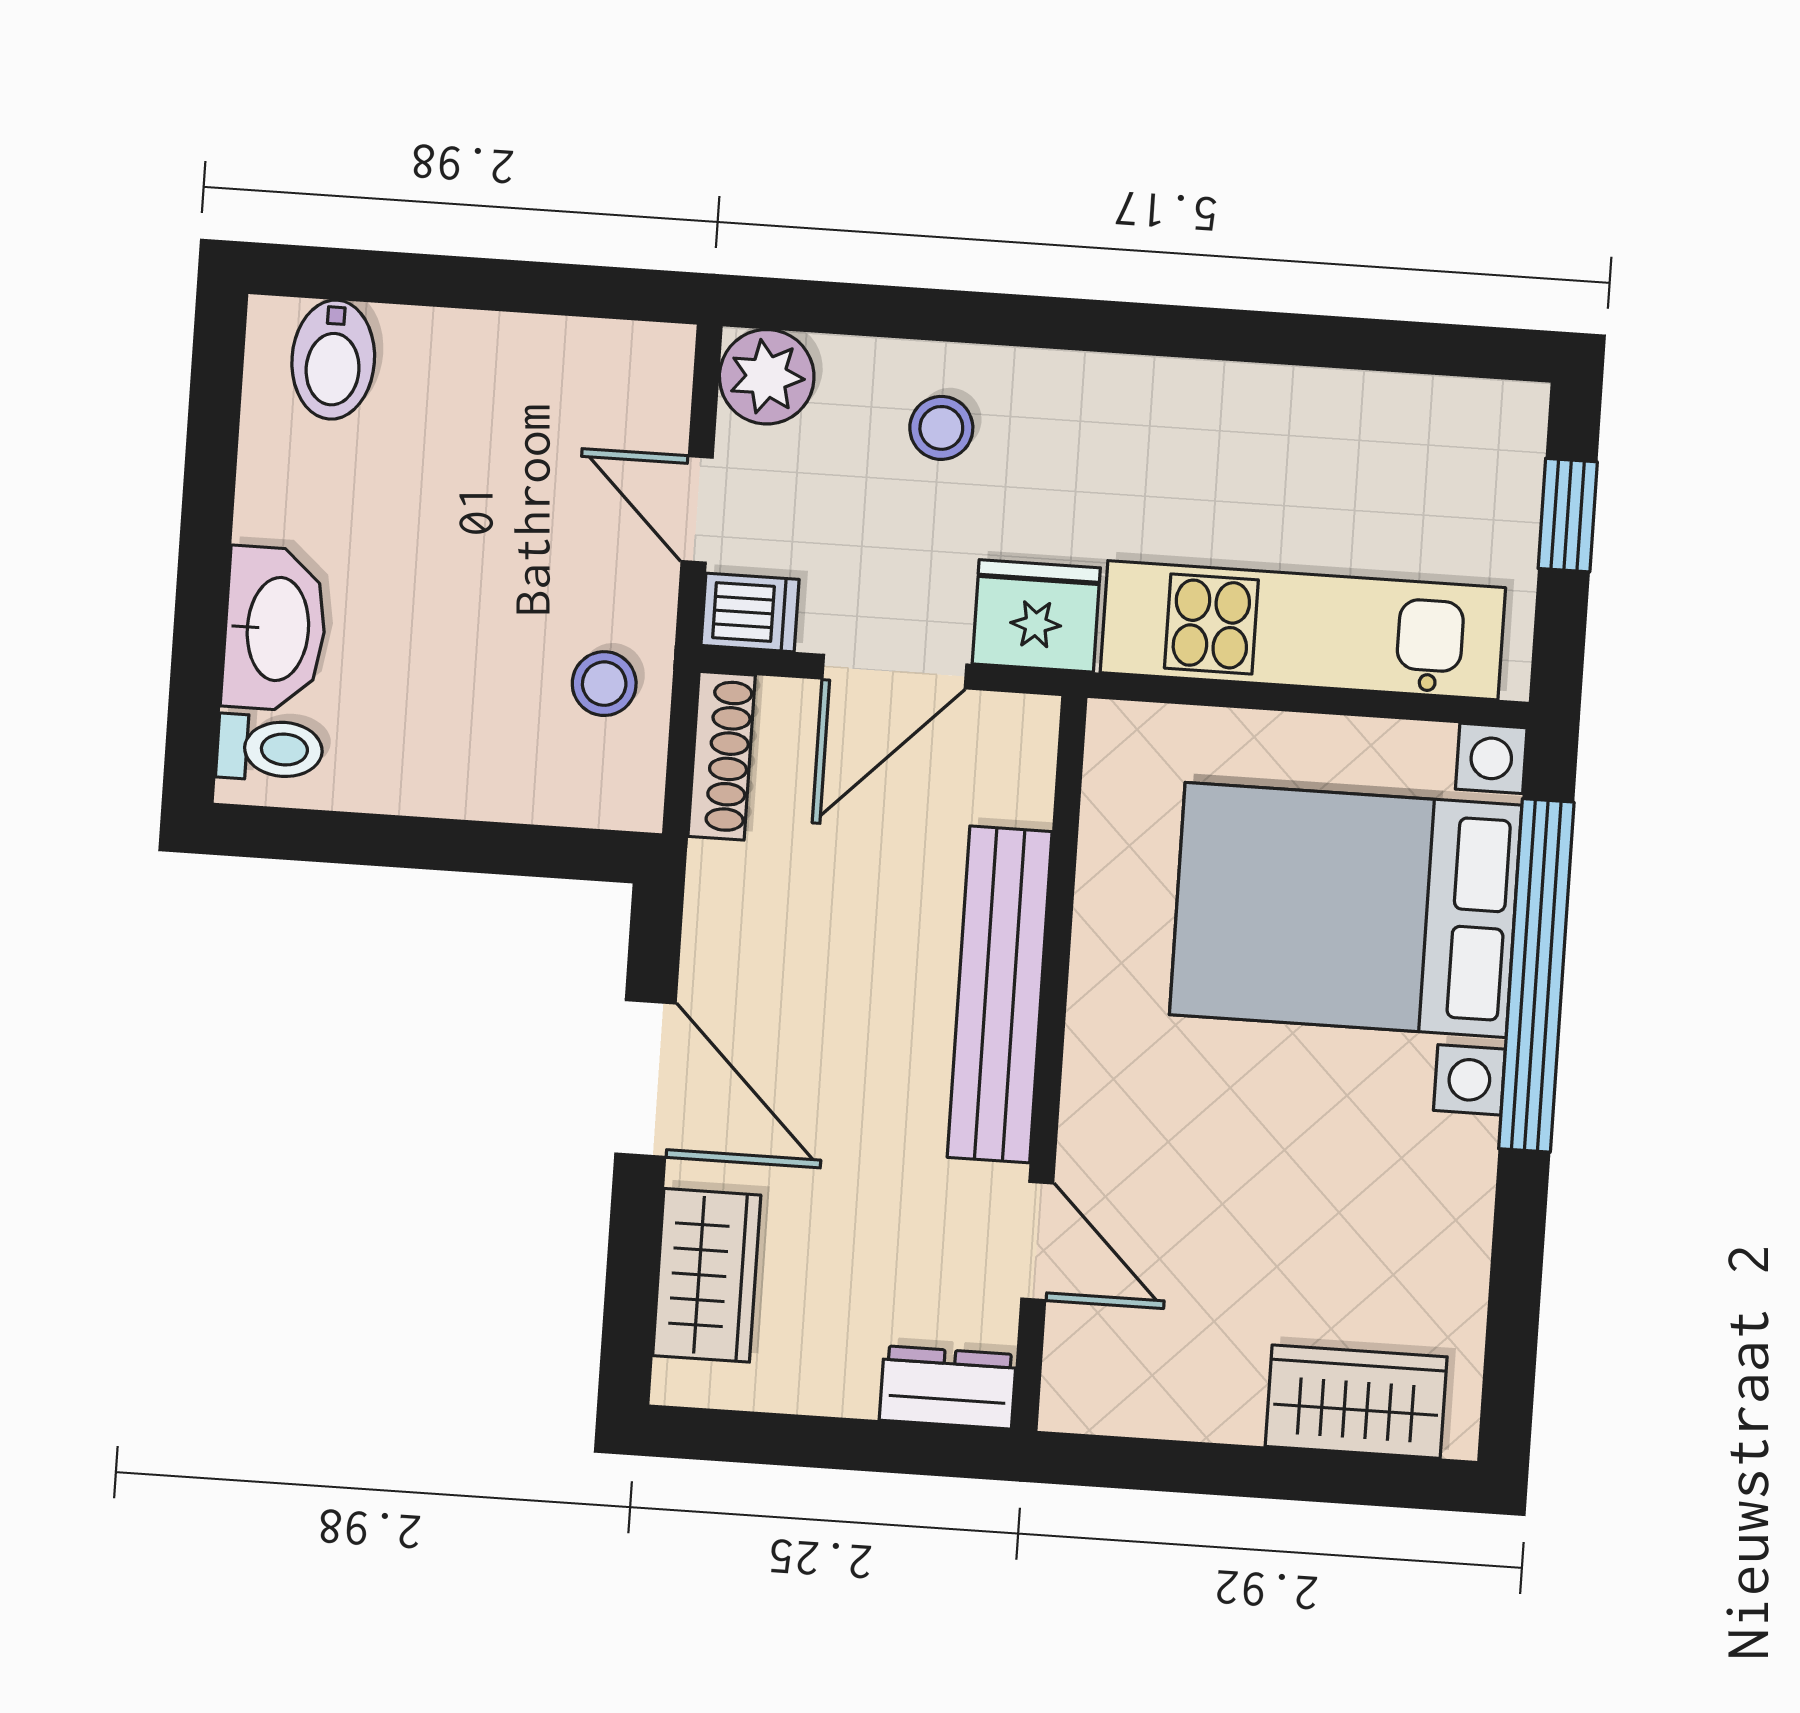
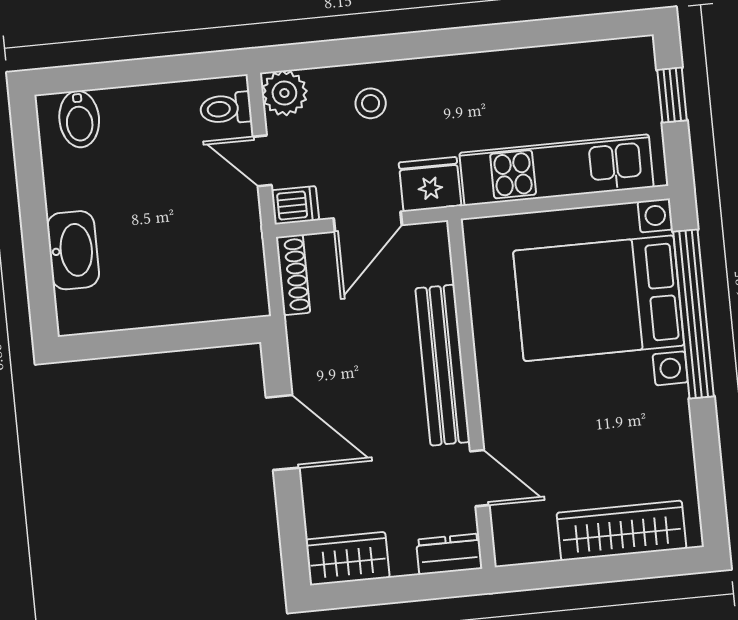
stool: (604, 684) -> (232, 250), removed
toilet: (270, 748) -> (226, 109), moved, turned 180
wardrobe: (707, 1275) -> (348, 559), moved, turned -90
wardrobe: (1356, 1402) -> (621, 531), width x1.50

